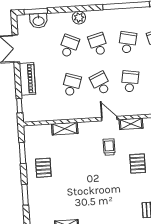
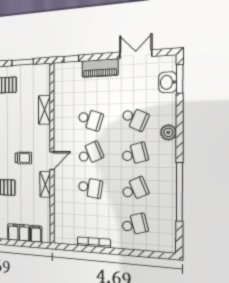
school desk: (128, 42) -> (135, 189), turned -36

